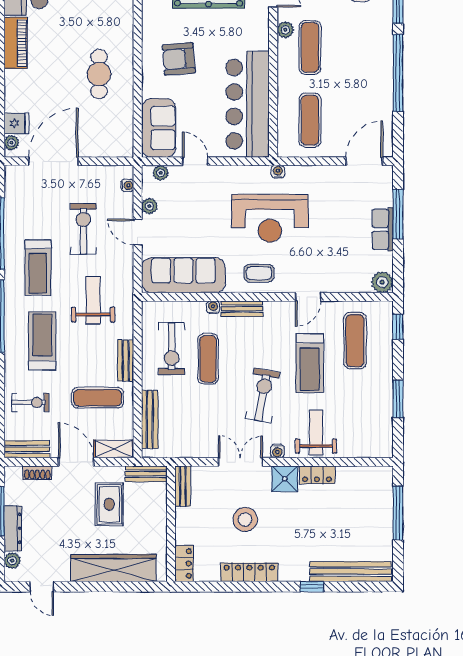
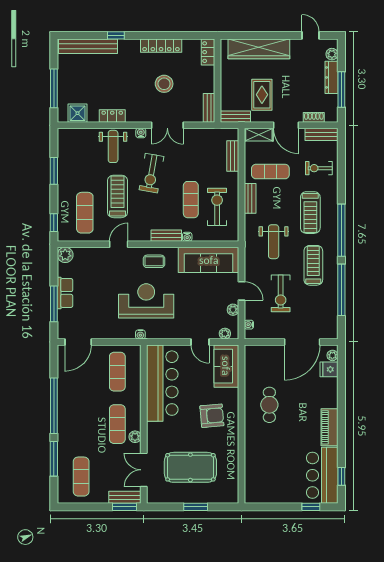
bench: (150, 419) -> (233, 156), width x0.73
shower: (285, 479) -> (77, 113), moved

